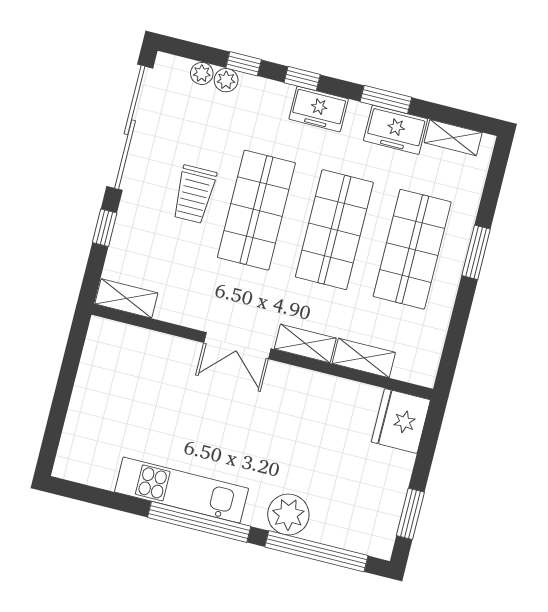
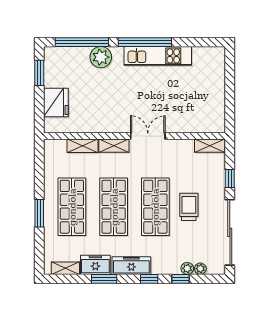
freezer: (319, 109) -> (131, 266), width x1.40
fridge: (401, 421) -> (56, 103), moved

